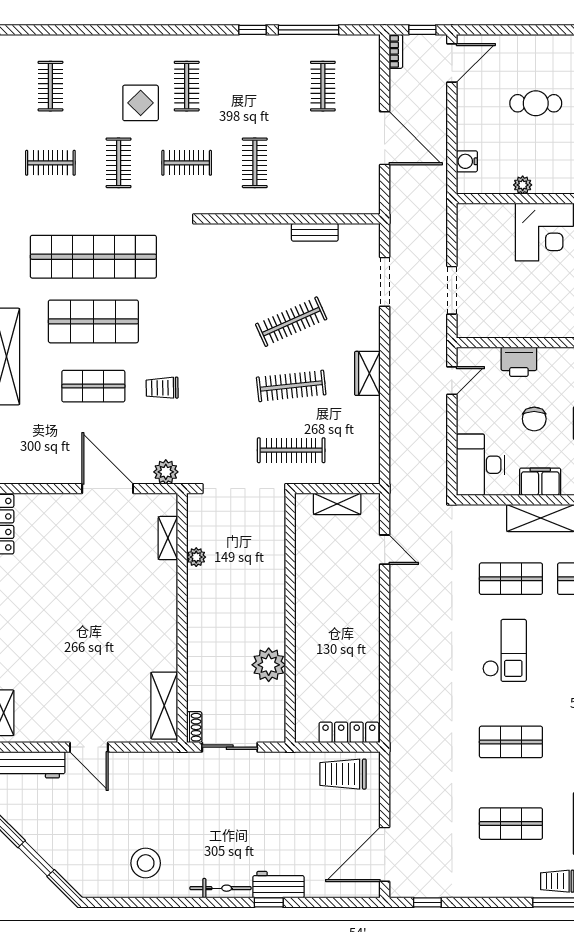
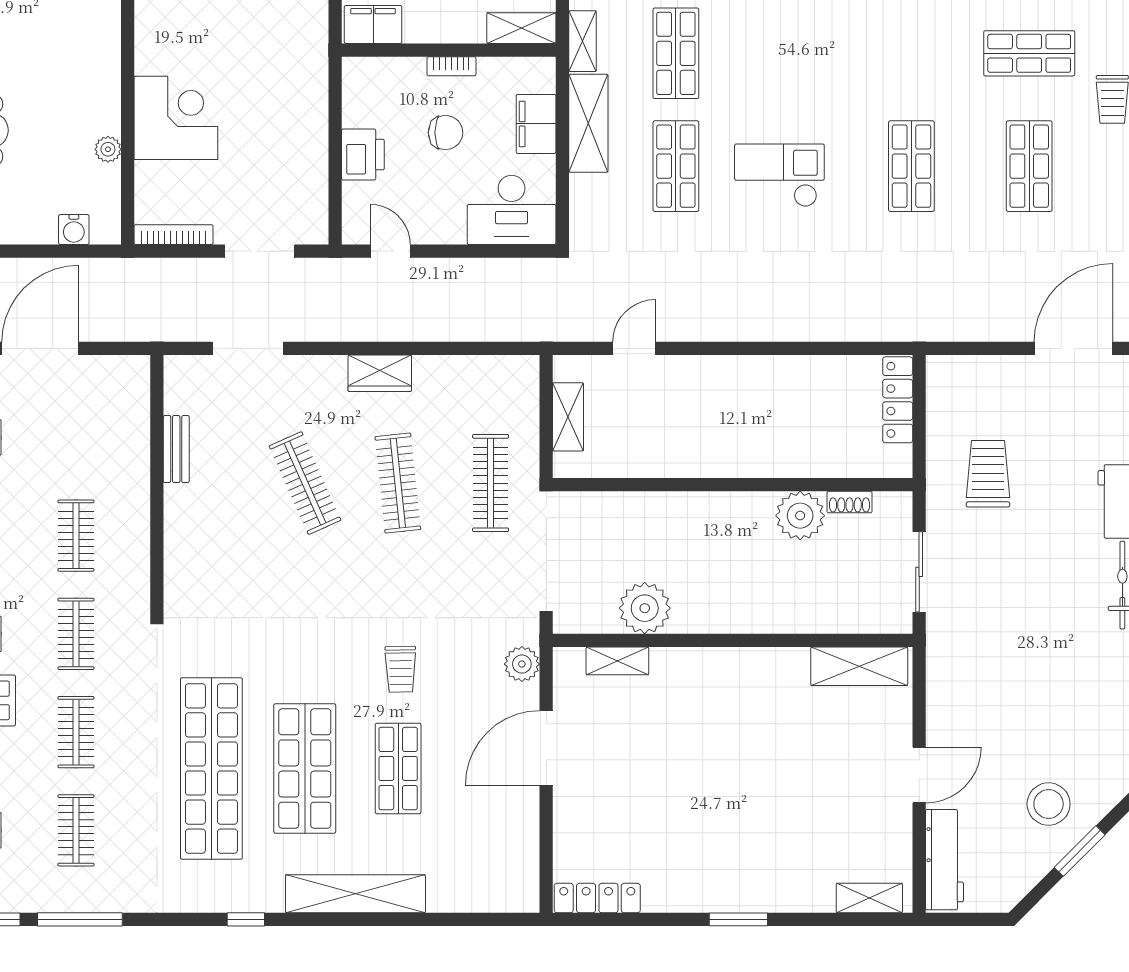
clothes rail: (119, 163) -> (76, 732), turned 90
clothes rail: (255, 163) -> (76, 536), turned 90
bookcase: (463, 230) -> (174, 235), added
plant: (196, 557) -> (645, 608), width x1.87, depth x1.87
shoe rack: (194, 727) -> (850, 502), moved, turned 180
trolley: (343, 774) -> (988, 474), moved, turned 180
door: (385, 854) -> (1074, 348), swing flipped
stool: (146, 863) -> (1049, 804), moved

